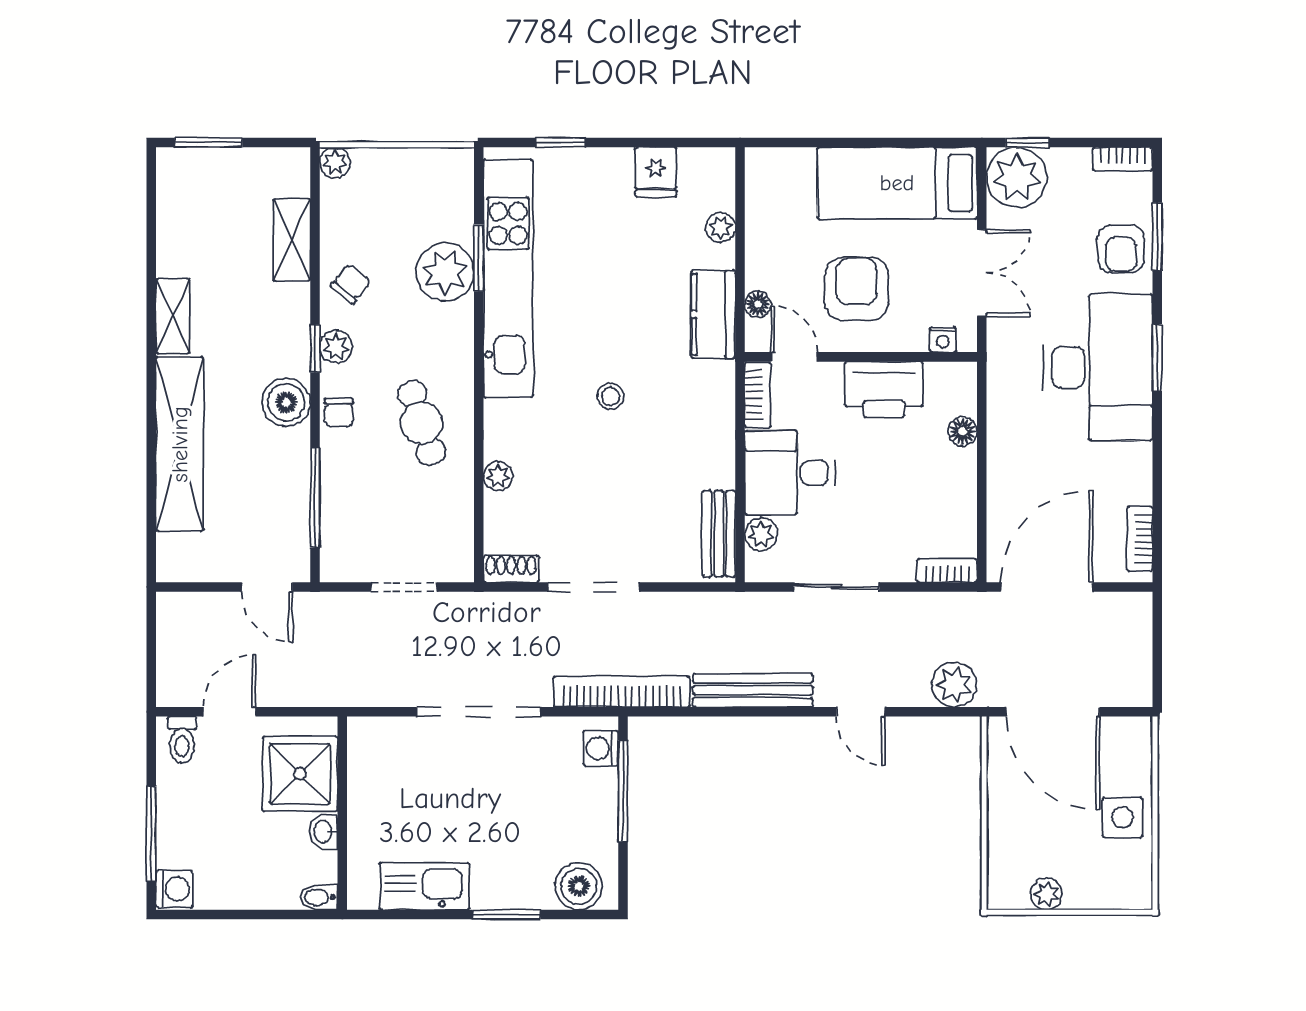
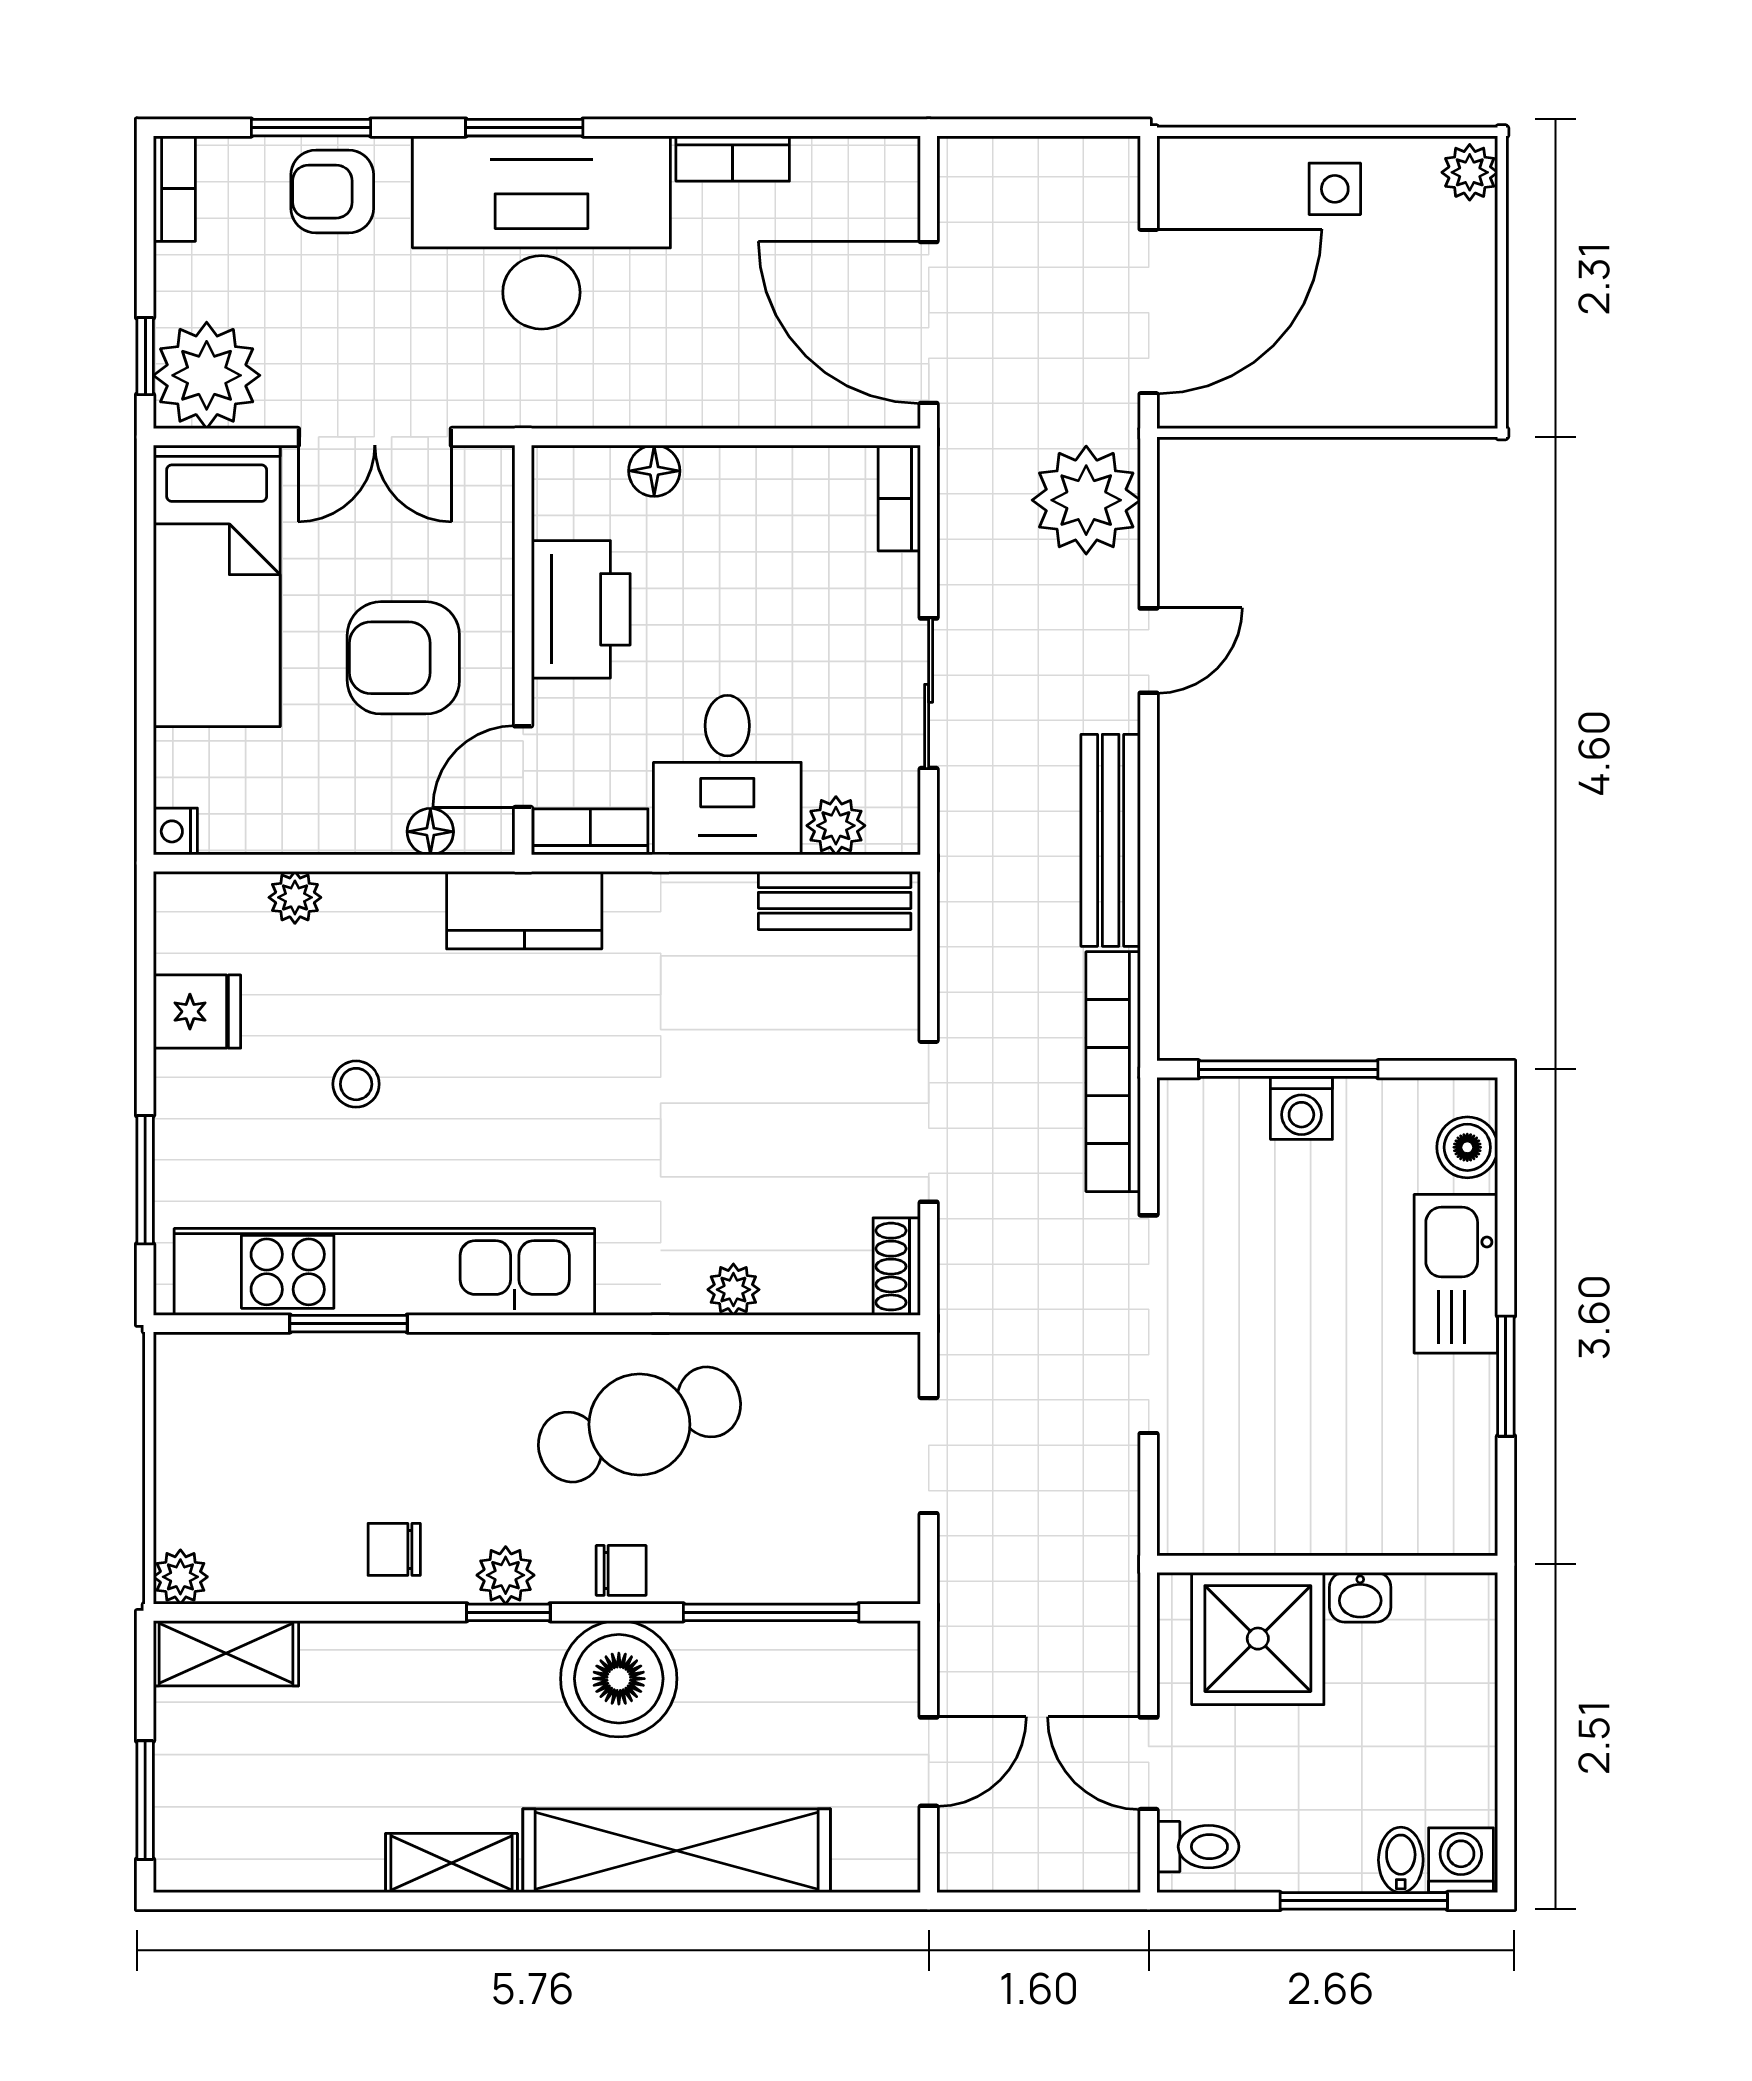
window: (560, 142) -> (145, 1180), width x1.50
shelving: (292, 240) -> (226, 1653), moved
armchair: (1121, 249) -> (332, 192), turned 180
plant: (445, 272) -> (373, 1383), removed
double door: (982, 273) -> (375, 437), swing flipped
chair: (351, 284) -> (394, 1549), turned -39
kitchen counter: (713, 314) -> (524, 910), moved
nightstand: (943, 340) -> (175, 831), moved, turned 180
stool: (610, 396) -> (356, 1084), moved
boiler: (286, 402) -> (619, 1679), width x1.37, depth x1.37
cafe table: (422, 423) -> (639, 1424), width x1.37, depth x1.35
bookcase: (1140, 539) -> (733, 159), moved
door: (267, 587) -> (929, 1762), moved
plant: (954, 685) -> (1086, 500), width x1.36, depth x1.36
washing machine: (601, 748) -> (1301, 1108), moved
side table: (1122, 817) -> (1335, 189), width x0.73, depth x0.73
kitchen sink: (424, 886) -> (1456, 1274), moved
boiler: (579, 886) -> (1467, 1147), width x0.73, depth x0.73
plant: (1046, 894) -> (1470, 172), moved
bidet: (319, 897) -> (1401, 1860), moved, turned 180
window: (506, 915) -> (1506, 1376), moved

